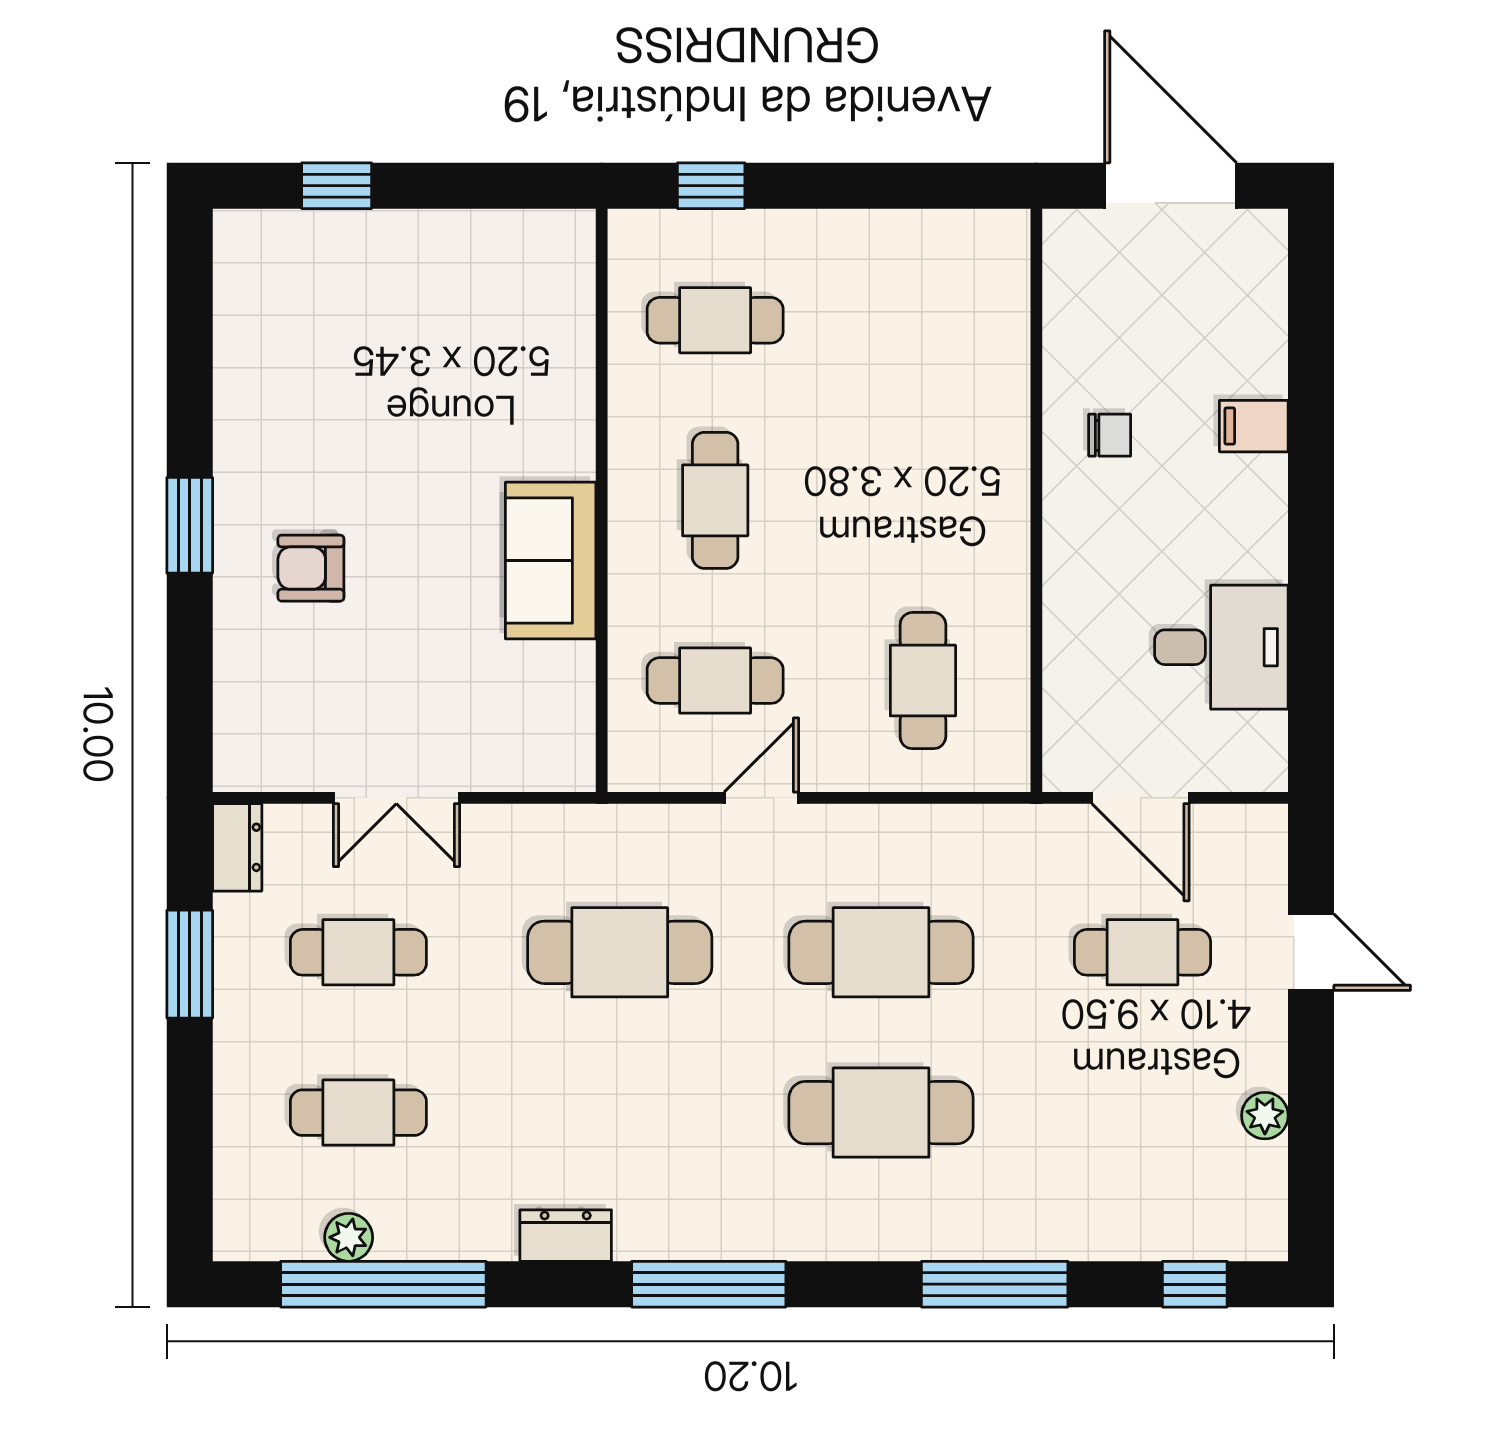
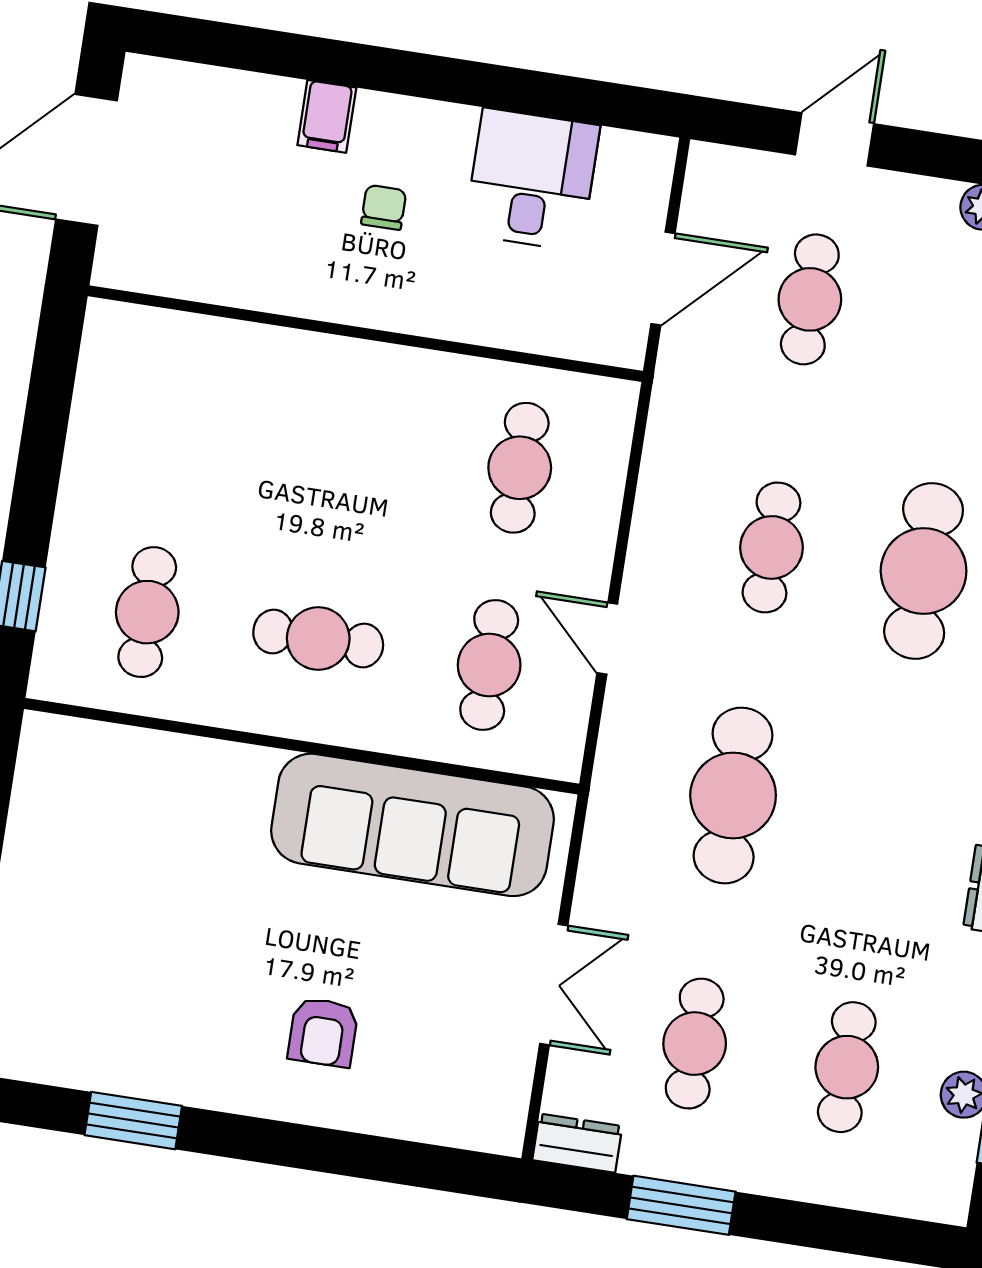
chair: (1110, 435) -> (384, 207), moved
window: (190, 525) -> (133, 1121), moved
sofa: (551, 560) -> (412, 825), width x1.85, depth x1.27
cafe table: (923, 681) -> (520, 468), turned 90
cafe table: (881, 952) -> (771, 547), width x0.73, depth x0.74

